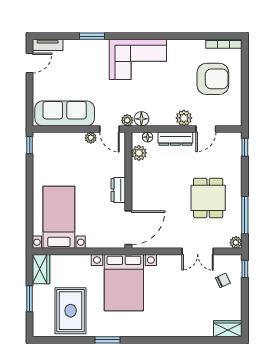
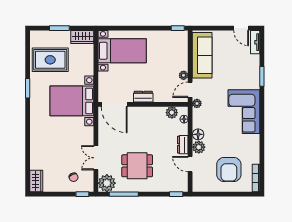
floor lamp: (141, 119) -> (198, 134), moved
dresser: (175, 139) -> (183, 145), width x0.70
plant: (236, 242) -> (107, 183), width x1.87, depth x1.87

